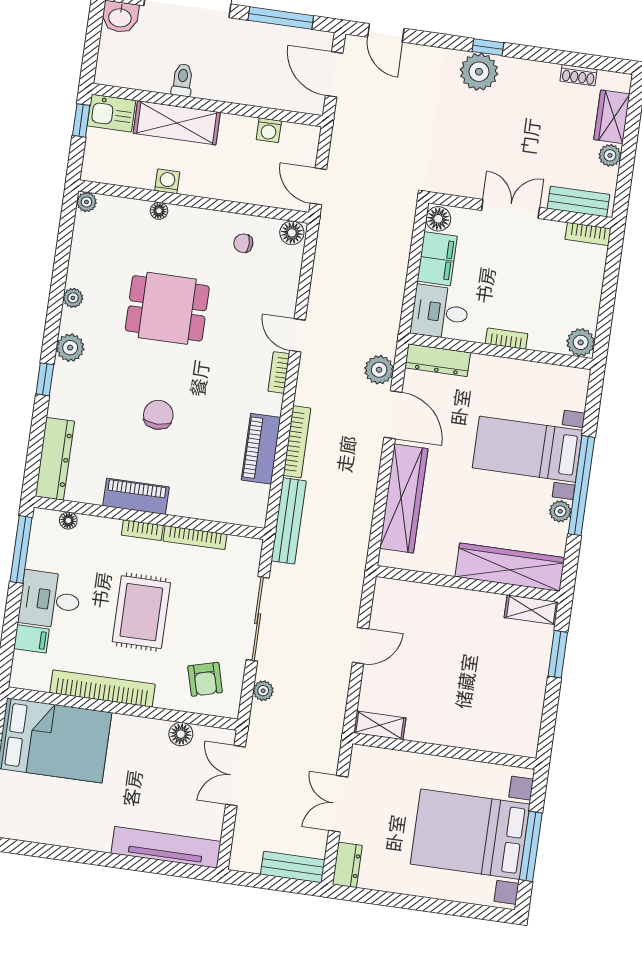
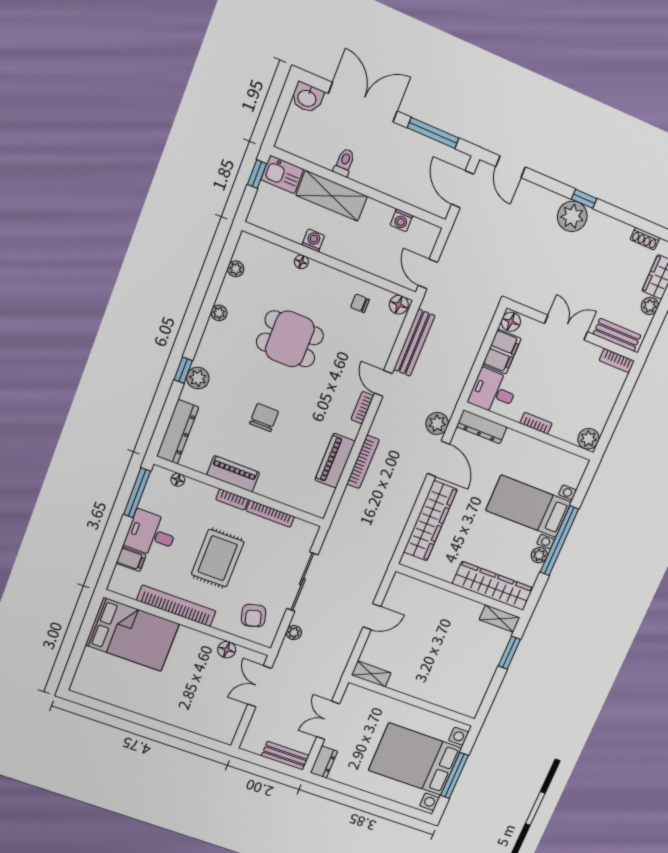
plant: (87, 202) -> (236, 269), moved
plant: (70, 348) -> (198, 378), moved
bench: (289, 521) -> (414, 343), moved
tv unit: (166, 847) -> (198, 724), removed

